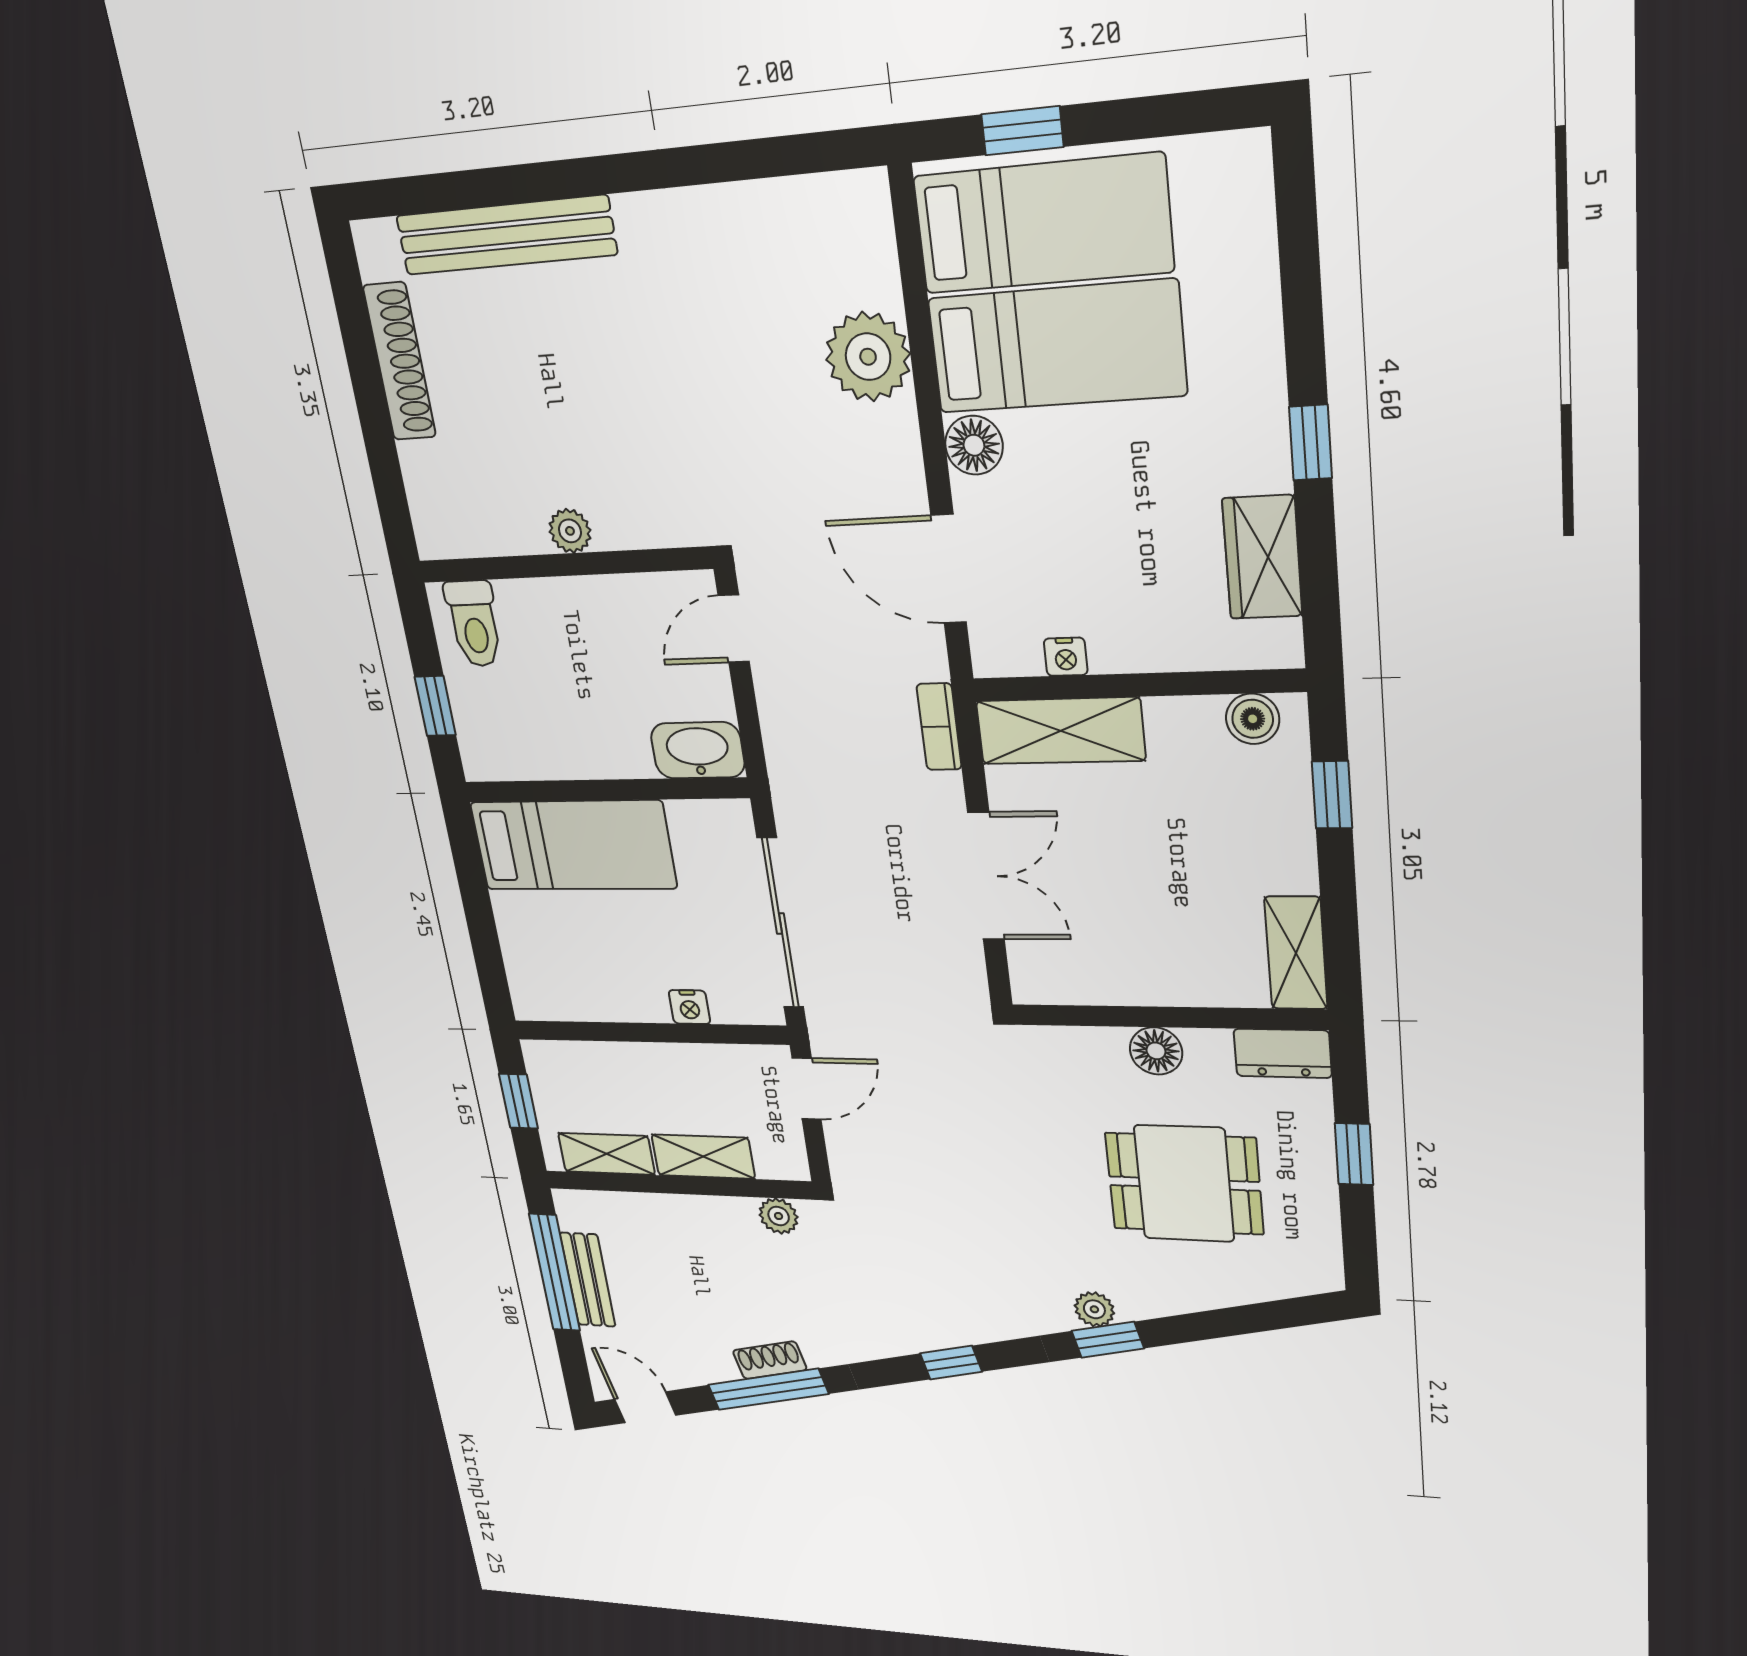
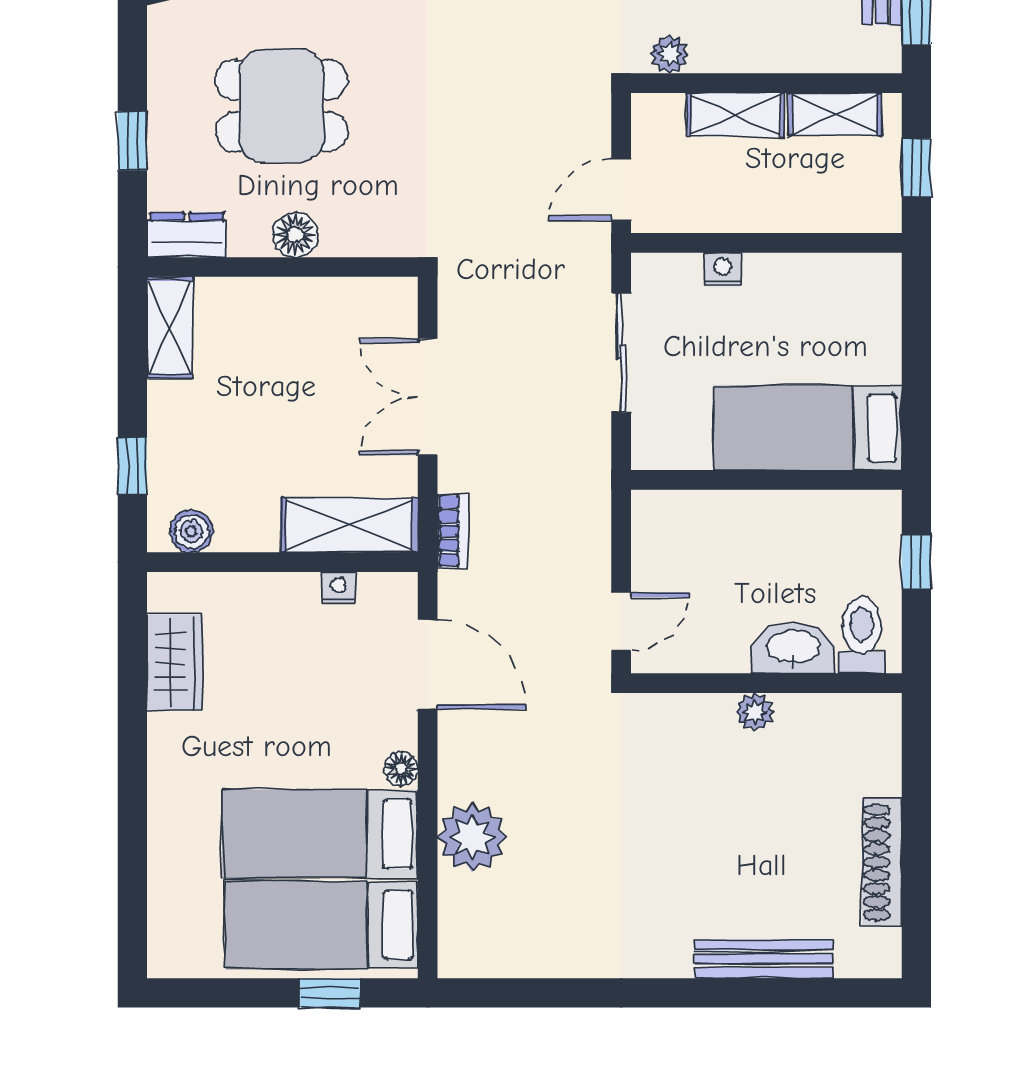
bench: (506, 235) -> (764, 959), width x0.73, depth x0.82
window: (1310, 442) -> (132, 749), removed
floor lamp: (974, 445) -> (401, 769), width x0.73, depth x0.73
washbasin: (698, 750) -> (793, 648), moved, turned 180
sliding door: (780, 923) -> (621, 352), width x0.73

